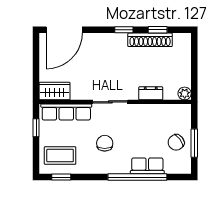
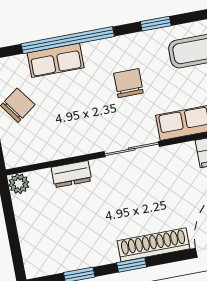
shoe rack: (150, 40) -> (153, 245), moved
chair: (105, 143) -> (128, 83), turned 180
window: (61, 177) -> (156, 24), moved

